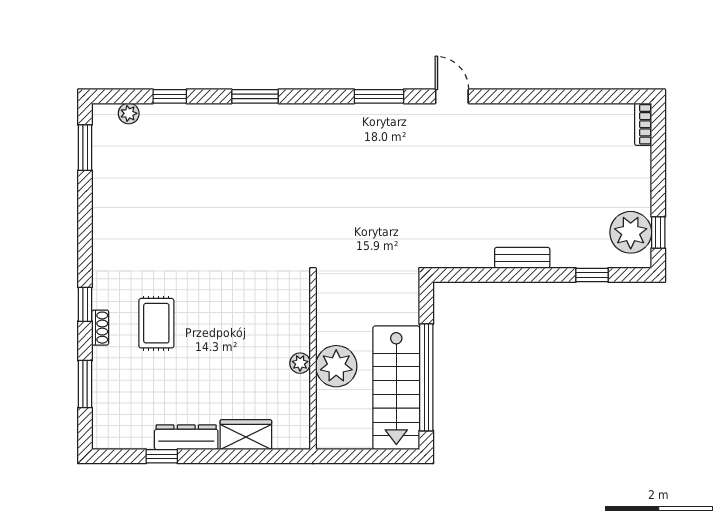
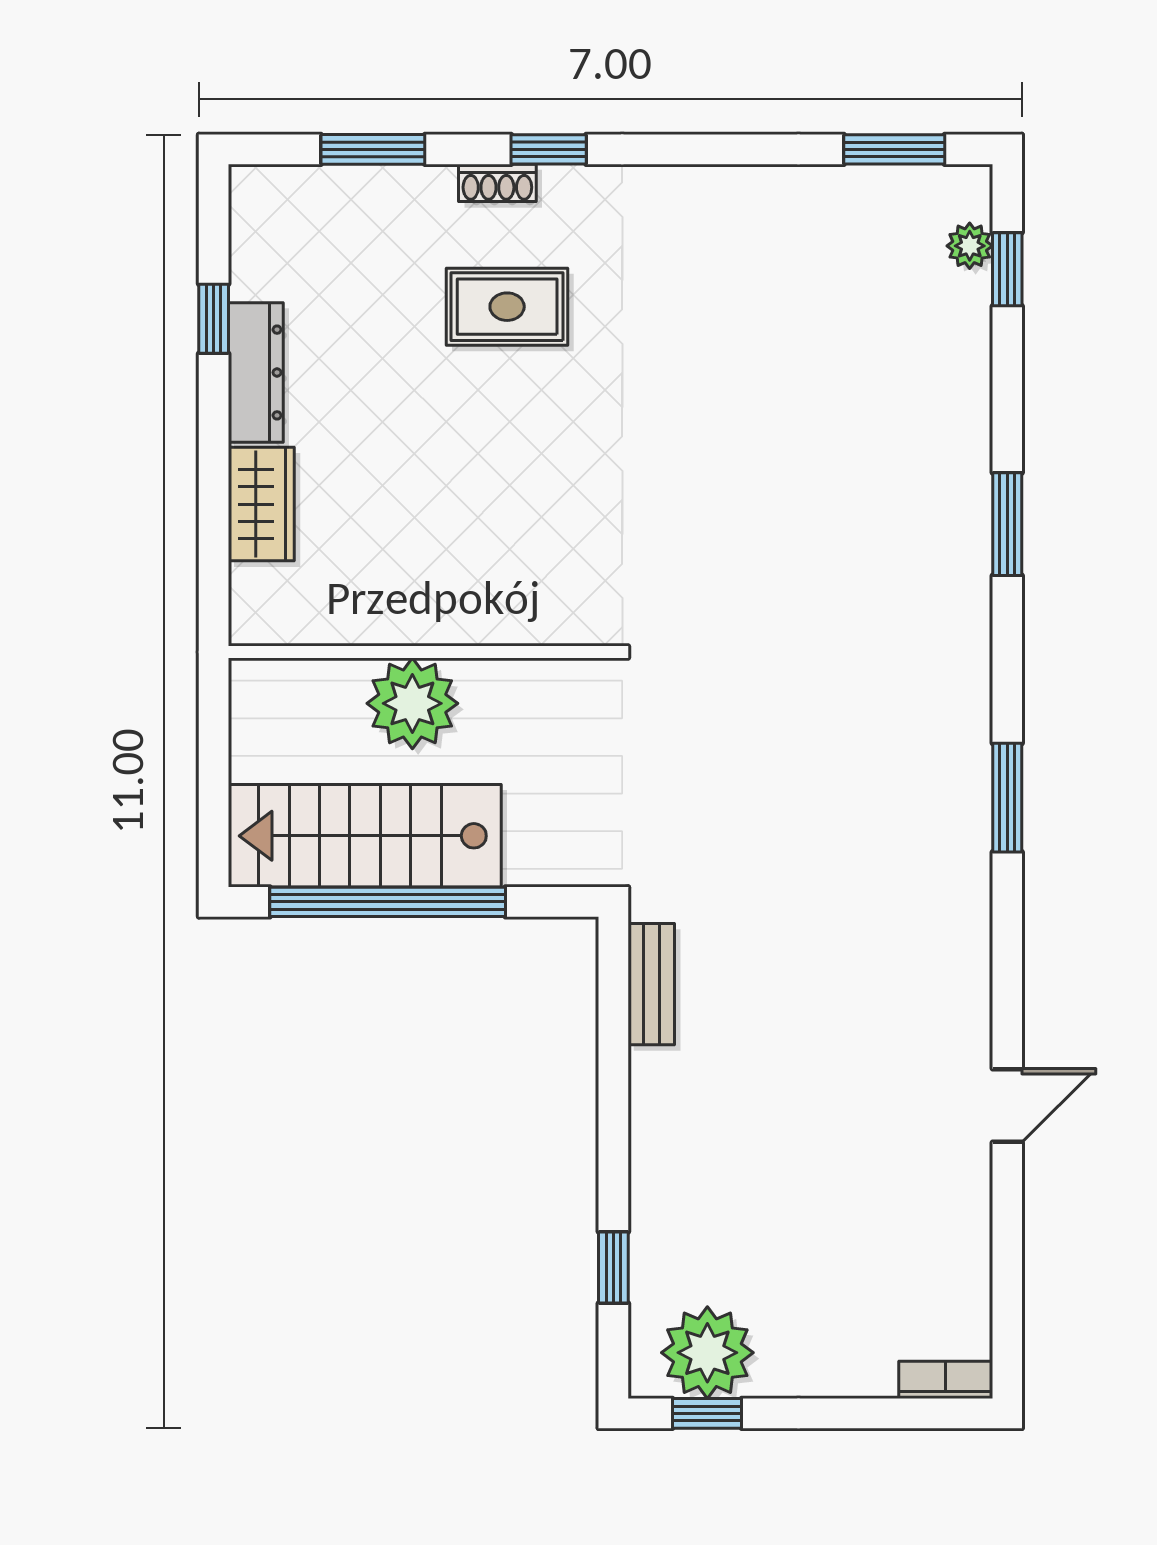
window: (170, 96) -> (1007, 269), moved
door: (452, 96) -> (1007, 1106), moved
bench: (522, 258) -> (651, 984), moved
plant: (300, 363) -> (419, 624), removed

